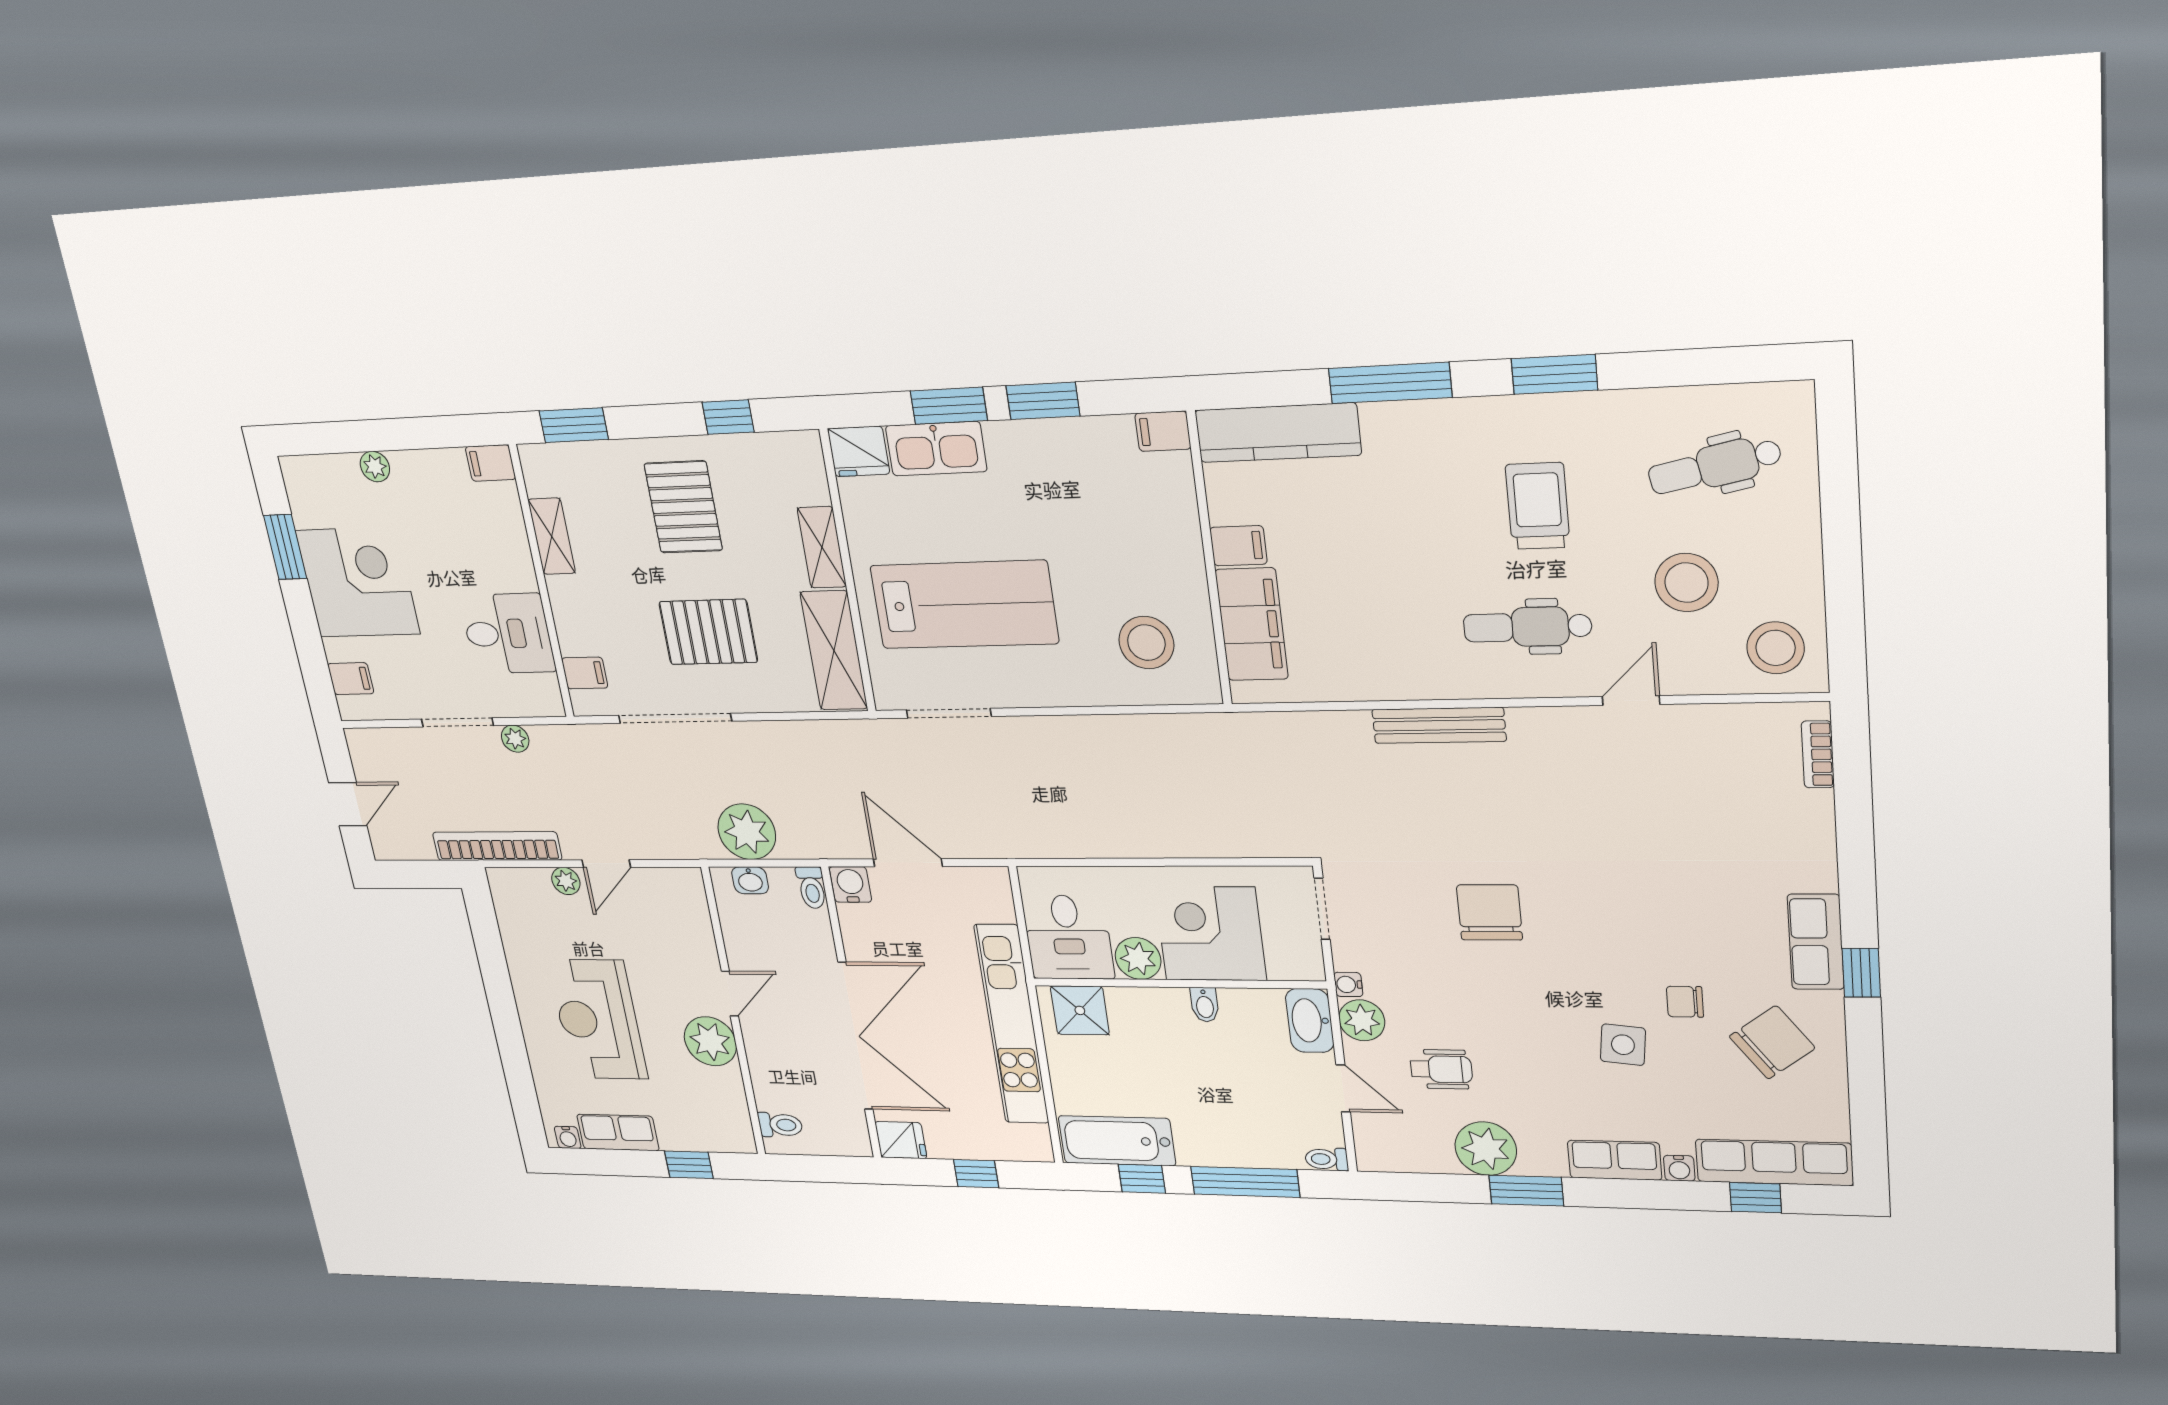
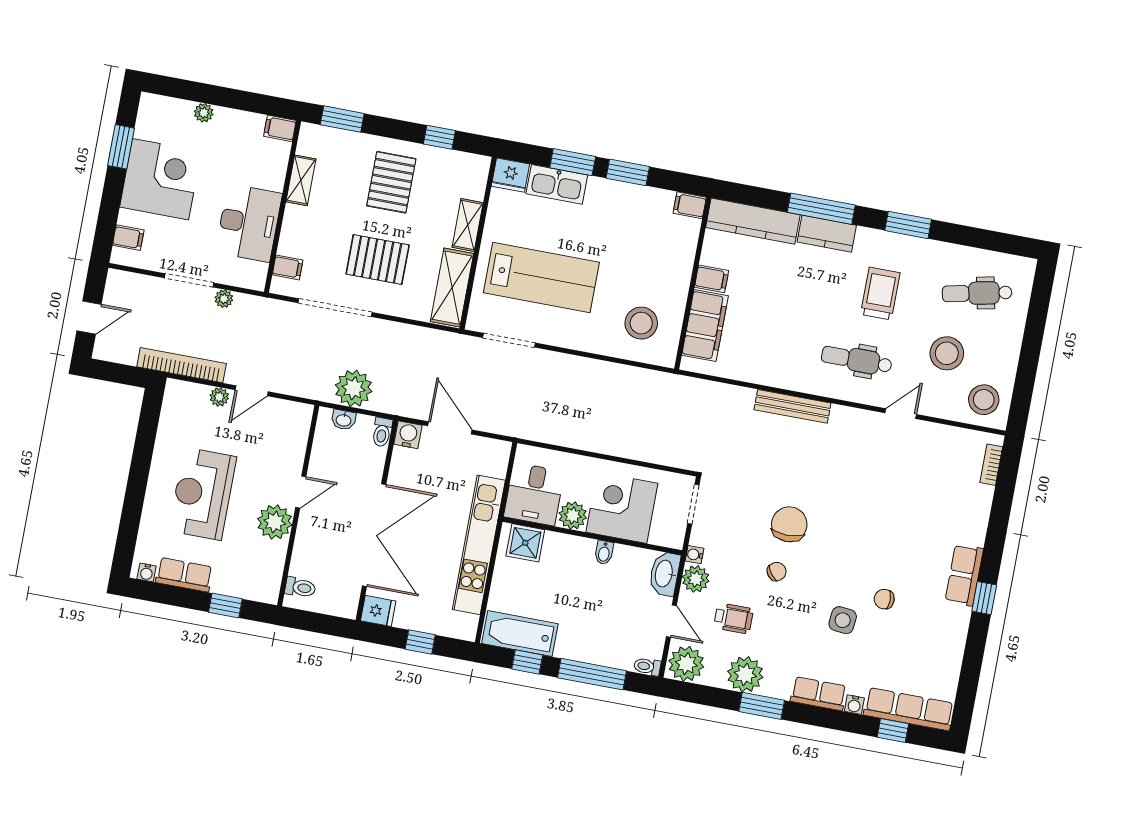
kitchen counter: (1413, 424) -> (827, 234), added
desk: (508, 634) -> (249, 223), width x1.37
chair: (1772, 1042) -> (777, 572), moved, width x0.54, depth x0.54
plant: (1387, 1146) -> (686, 664), added

